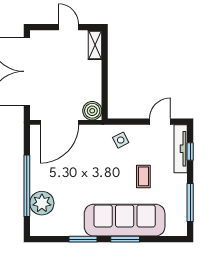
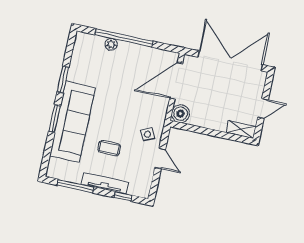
door: (59, 122) -> (176, 81), hinge flipped
door: (160, 122) -> (160, 158), moved
tv unit: (181, 149) -> (105, 183), moved
plant: (42, 203) -> (111, 44), width x0.53, depth x0.53

